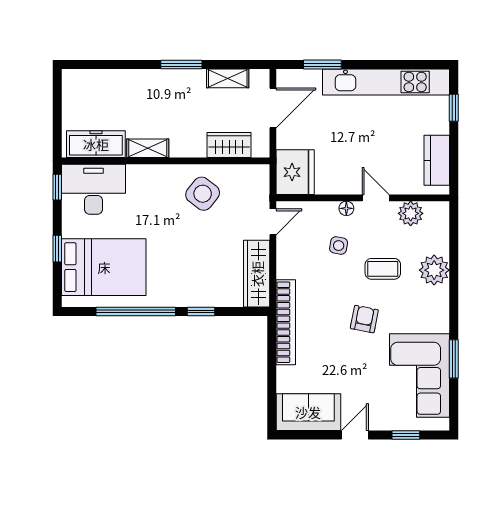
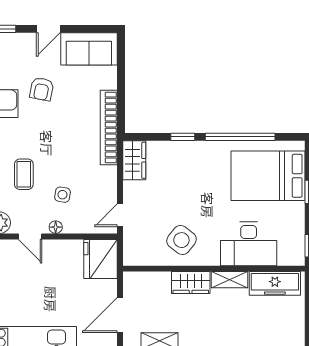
wardrobe: (229, 145) -> (191, 283), moved
desk: (93, 189) -> (249, 244), moved
coffee table: (383, 269) -> (24, 174), turned 90
wardrobe: (257, 274) -> (134, 160), width x0.67
armchair: (364, 319) -> (42, 89), moved

